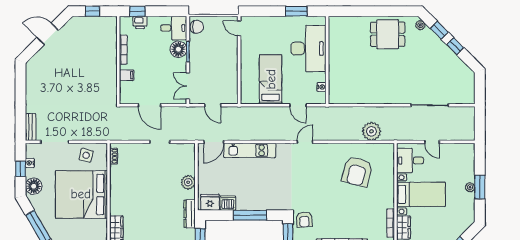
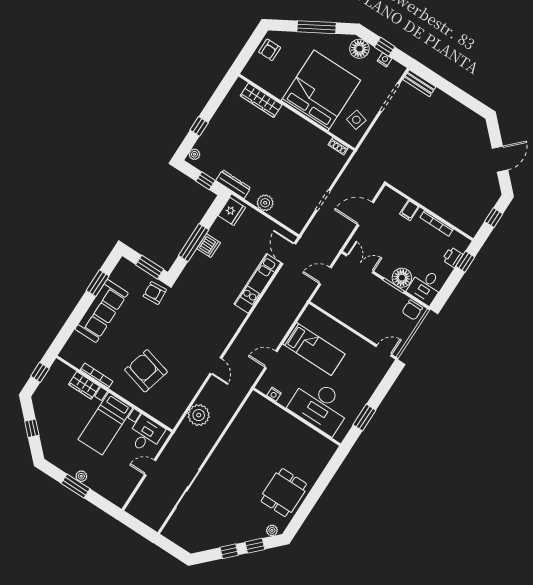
door: (305, 142) -> (216, 366), moved
armchair: (357, 172) -> (146, 371), moved
dishwasher: (228, 203) -> (209, 246), moved

